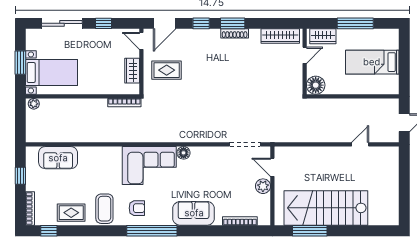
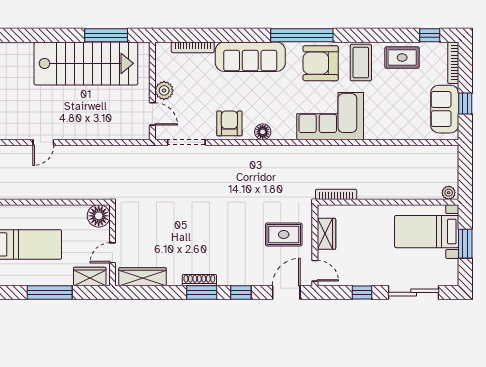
sofa: (58, 158) -> (445, 109), moved, turned -90
armchair: (210, 160) -> (229, 123), added
corner sofa: (149, 166) -> (330, 116), moved
armchair: (137, 208) -> (321, 63), width x1.88, depth x1.88
sofa: (194, 213) -> (250, 57), width x1.36

